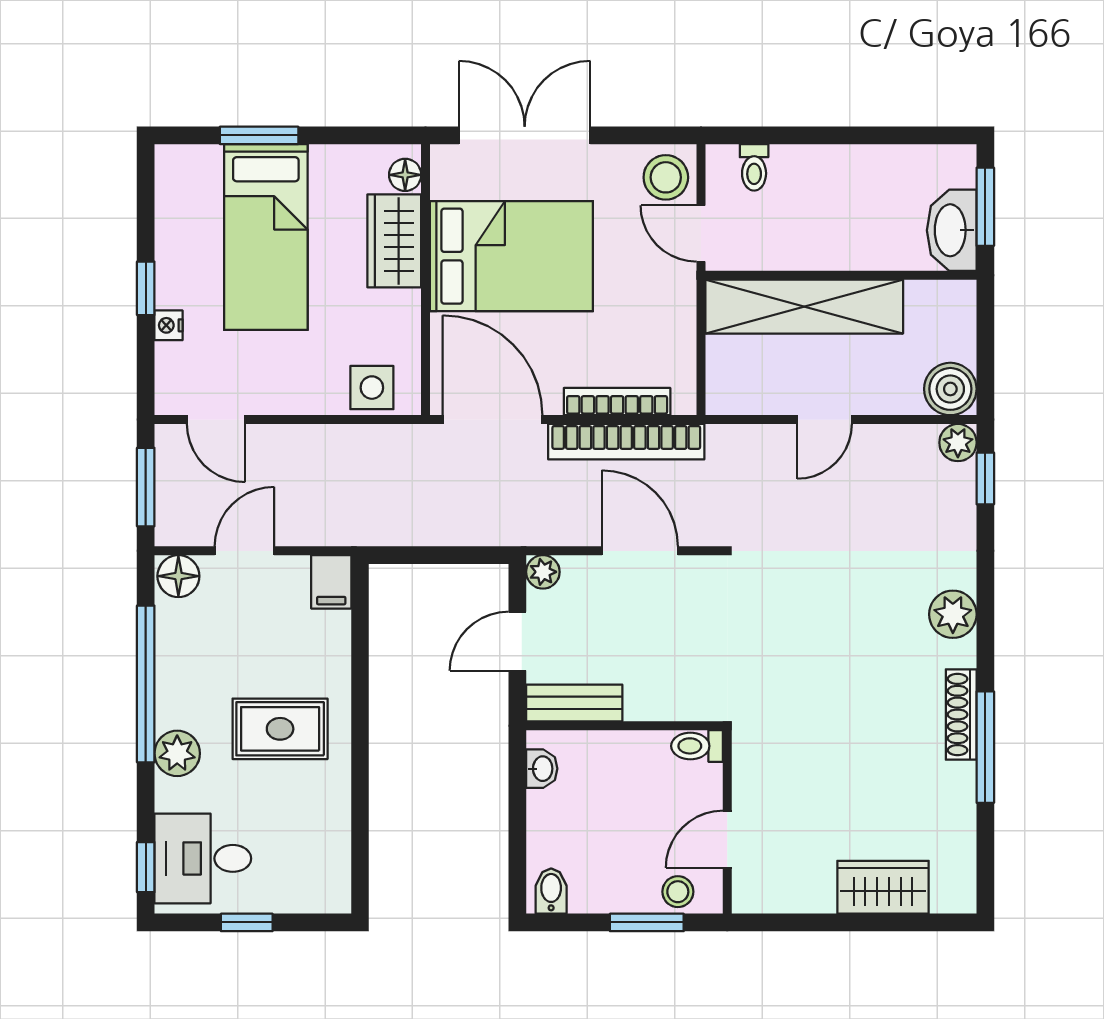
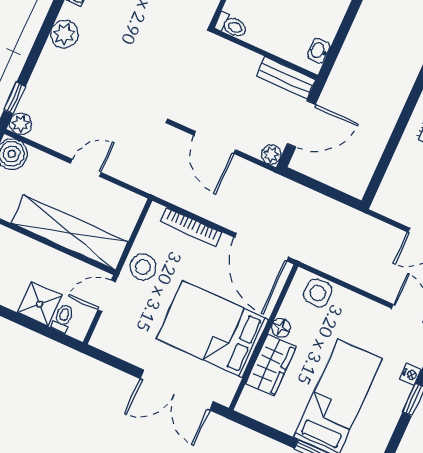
shower: (801, 173) -> (39, 304), added
floor lamp: (405, 175) -> (281, 328), moved
stool: (666, 177) -> (143, 267), moved
door: (701, 233) -> (107, 296), swing flipped
bookcase: (626, 442) -> (196, 204), removed
filing cabinet: (331, 582) -> (386, 200), removed
door: (517, 641) -> (301, 124), width x1.38

